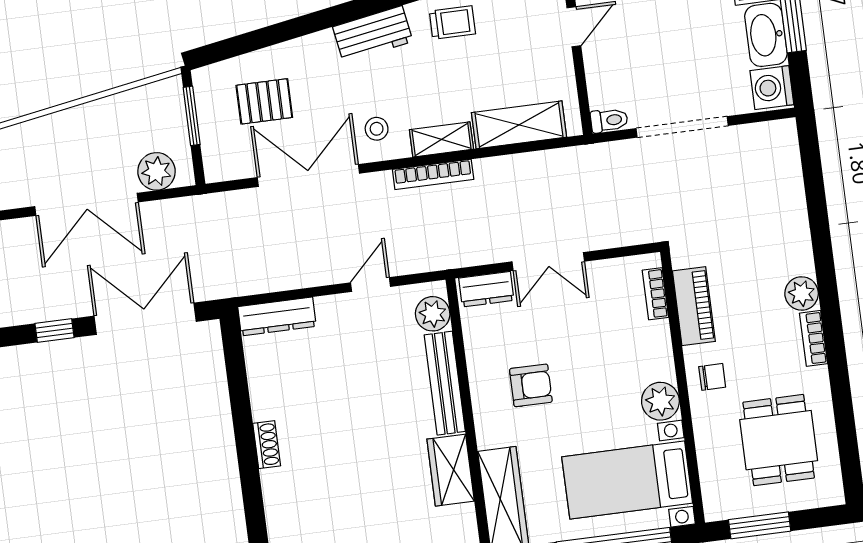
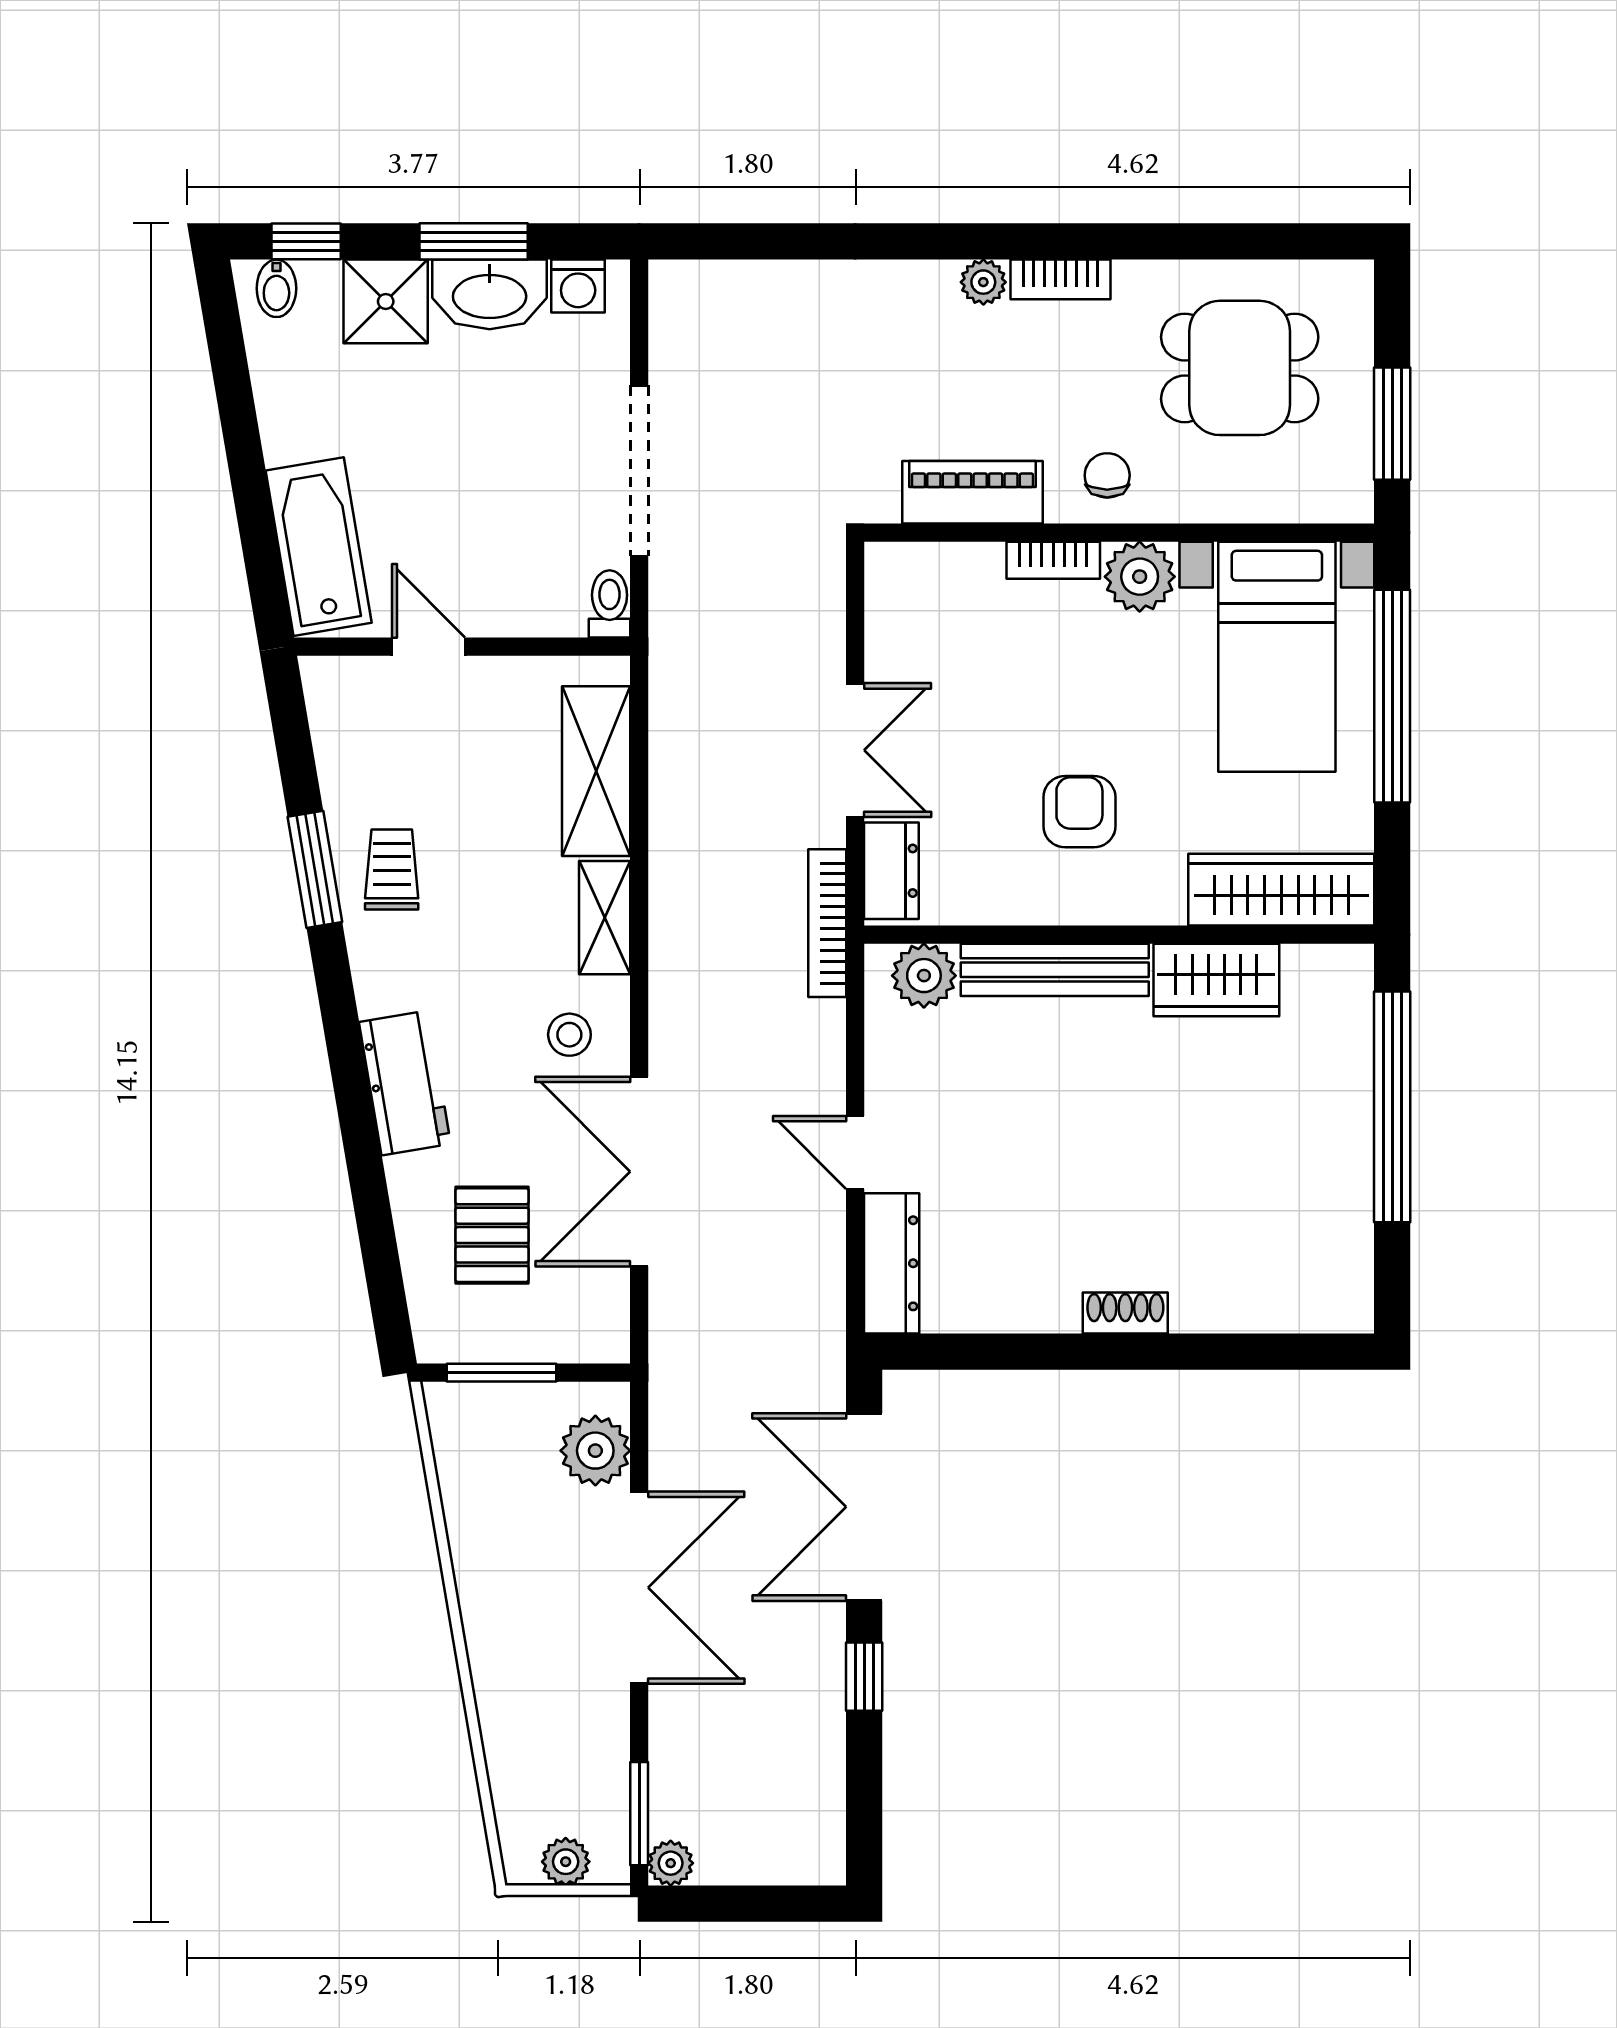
workbench: (373, 34) -> (405, 1083), moved
washing machine: (772, 88) -> (578, 286), width x0.73, depth x0.73
bookcase: (433, 174) -> (827, 923), moved, turned 180
door: (370, 285) -> (855, 1153), moved
plant: (802, 293) -> (983, 282), width x0.73, depth x0.73
bookcase: (655, 294) -> (1053, 560), moved

